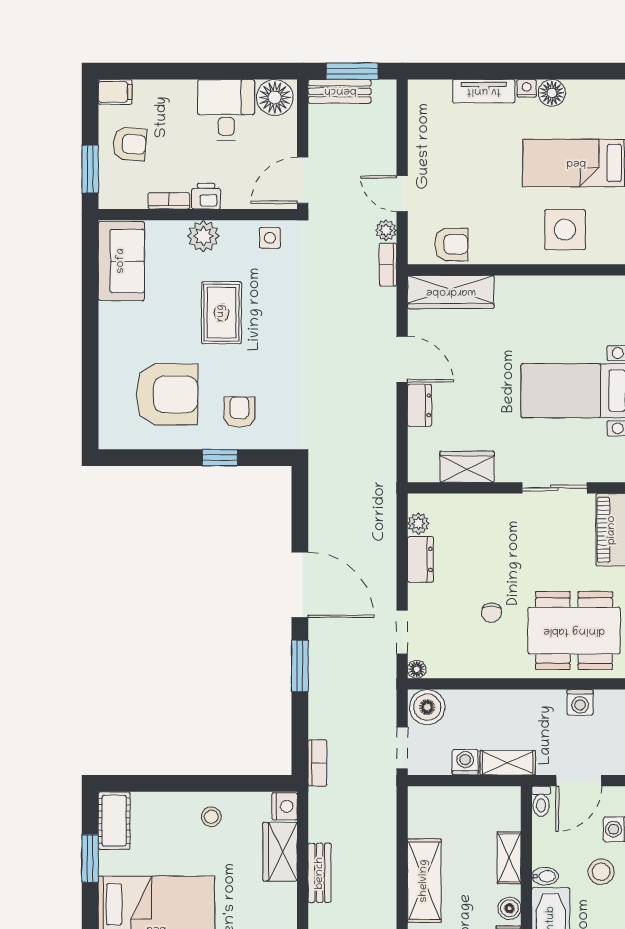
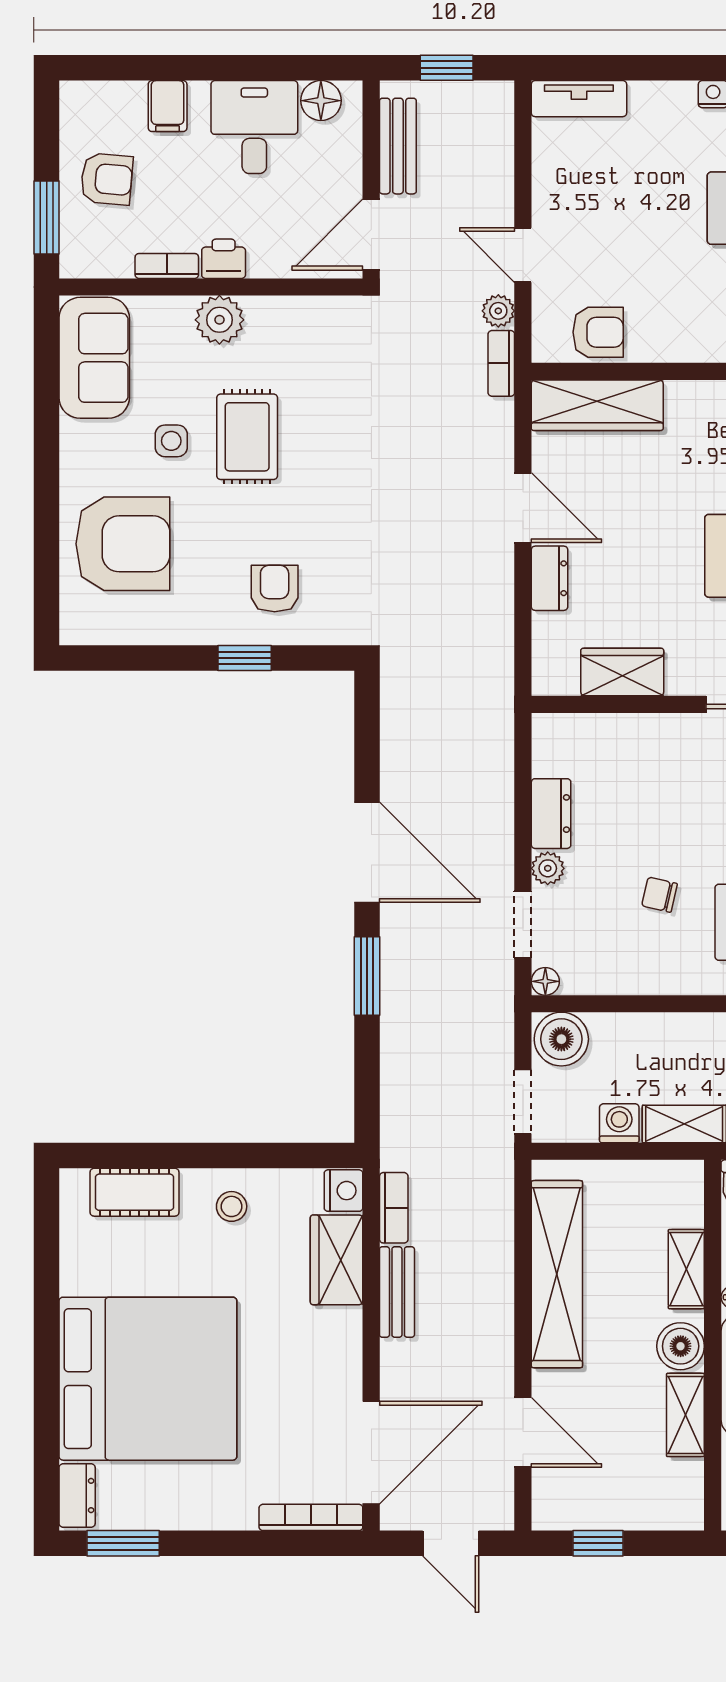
window: (352, 71) -> (447, 68), width x0.67
bench: (340, 91) -> (398, 146), moved, turned 90
tv unit: (484, 91) -> (579, 99), moved
filing cabinet: (115, 92) -> (168, 106), moved, turned 90
floor lamp: (275, 97) -> (321, 101), width x0.73, depth x0.73
side table: (270, 238) -> (171, 441), moved
armchair: (167, 394) -> (123, 544), moved
plant: (418, 524) -> (548, 868), moved
chair: (492, 613) -> (659, 895), turned 103
bookcase: (317, 763) -> (394, 1208), moved
cot: (114, 821) -> (135, 1192), moved, turned 90
window: (90, 858) -> (47, 1270), removed
shelving: (424, 881) -> (557, 1274), width x1.47
boiler: (509, 908) -> (681, 1346), width x1.36, depth x1.36

